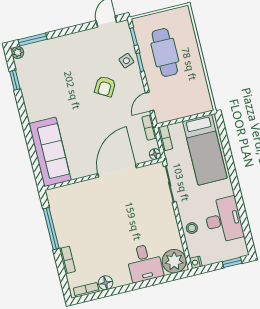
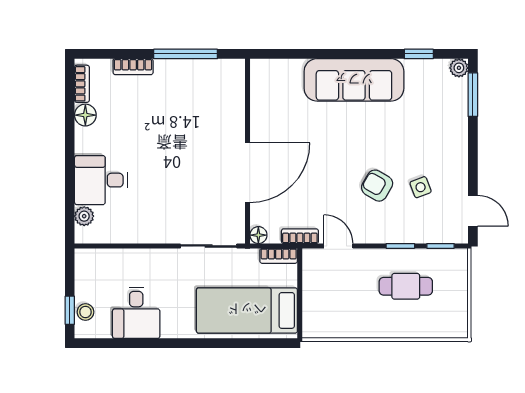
cafe table: (165, 52) -> (406, 286), width x0.73, depth x0.74
side table: (126, 61) -> (421, 187), moved
sofa: (50, 152) -> (354, 80), moved
door: (117, 171) -> (248, 173), hinge flipped
desk: (224, 220) -> (136, 313), width x0.73
stool: (192, 228) -> (85, 312), moved
plant: (174, 261) -> (84, 216), width x0.53, depth x0.53
nightstand: (196, 262) -> (83, 256), removed

